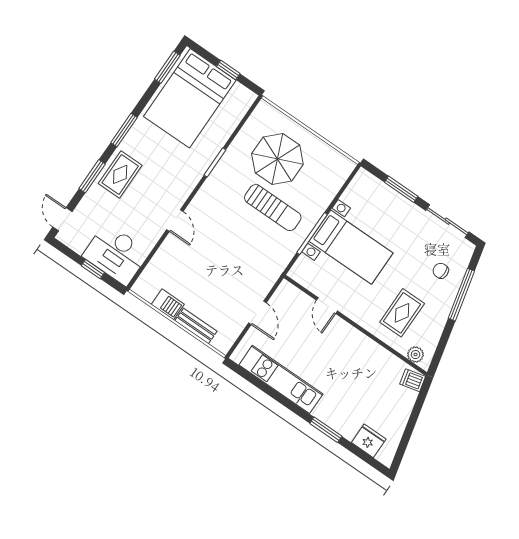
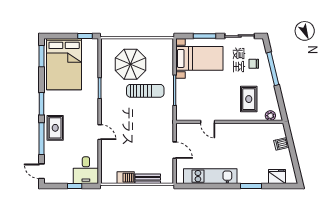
window: (228, 70) -> (85, 36), moved
window: (92, 176) -> (41, 139), width x1.44
bed with nightstands: (351, 247) -> (199, 58), moved
desk: (116, 254) -> (86, 170), width x0.73
dishwasher: (413, 380) -> (281, 144), moved

